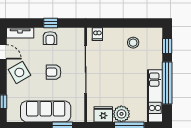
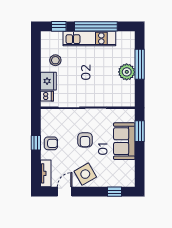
kitchen unit: (155, 96) -> (89, 38), moved
sofa: (46, 111) -> (124, 141), width x0.73
fridge: (103, 114) -> (48, 81), moved, turned 180

